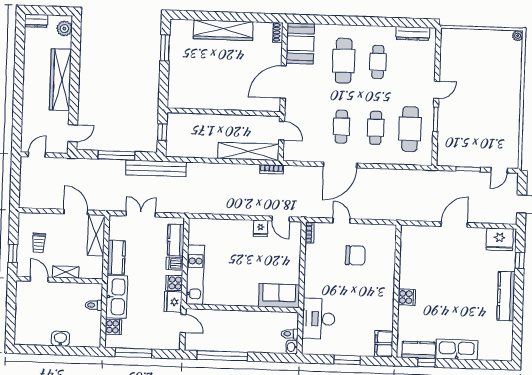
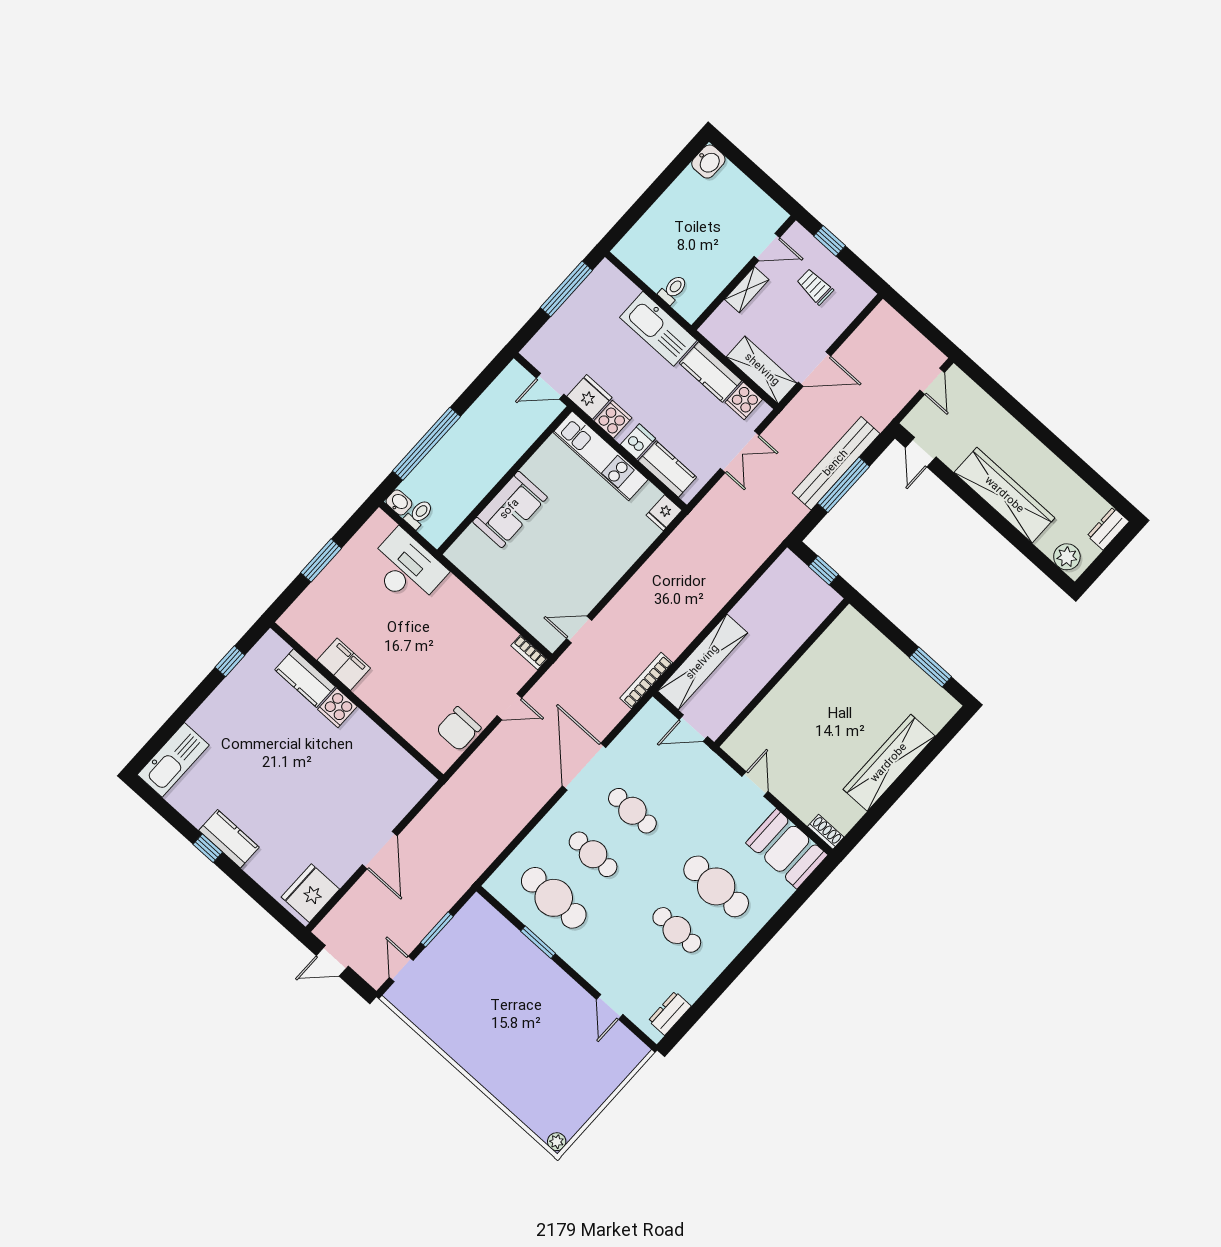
dresser: (413, 33) -> (670, 1013), width x0.70
door: (283, 82) -> (755, 784), width x0.53
door: (437, 90) -> (610, 1007), moved
bench: (156, 168) -> (836, 463), moved
bookcase: (272, 169) -> (646, 681), width x1.56
fridge: (260, 228) -> (664, 513), moved, turned -90
chair: (355, 255) -> (459, 729), moved
window: (520, 260) -> (208, 848), moved
sofa: (279, 296) -> (510, 509), moved
kitchen counter: (506, 296) -> (229, 839), width x0.67
cooker: (113, 327) -> (744, 401), moved
washbasin: (60, 339) -> (708, 162), moved
filing cabinet: (384, 344) -> (344, 664), moved
kitchen counter: (419, 350) -> (305, 678), moved, turned 90
kitchen sink: (457, 350) -> (173, 760), moved
window: (222, 356) -> (426, 444), moved

